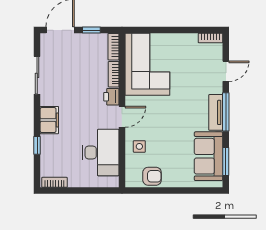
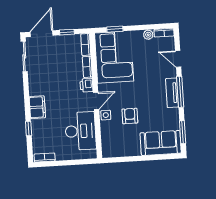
window: (150, 30) -> (115, 29), added
plant: (191, 39) -> (148, 35), added
door: (226, 71) -> (178, 59), swing flipped
sliding door: (37, 75) -> (24, 56), moved
side table: (139, 146) -> (106, 115), moved
sofa: (209, 156) -> (161, 143), moved, turned 90
armchair: (152, 176) -> (130, 116), moved, turned -90

